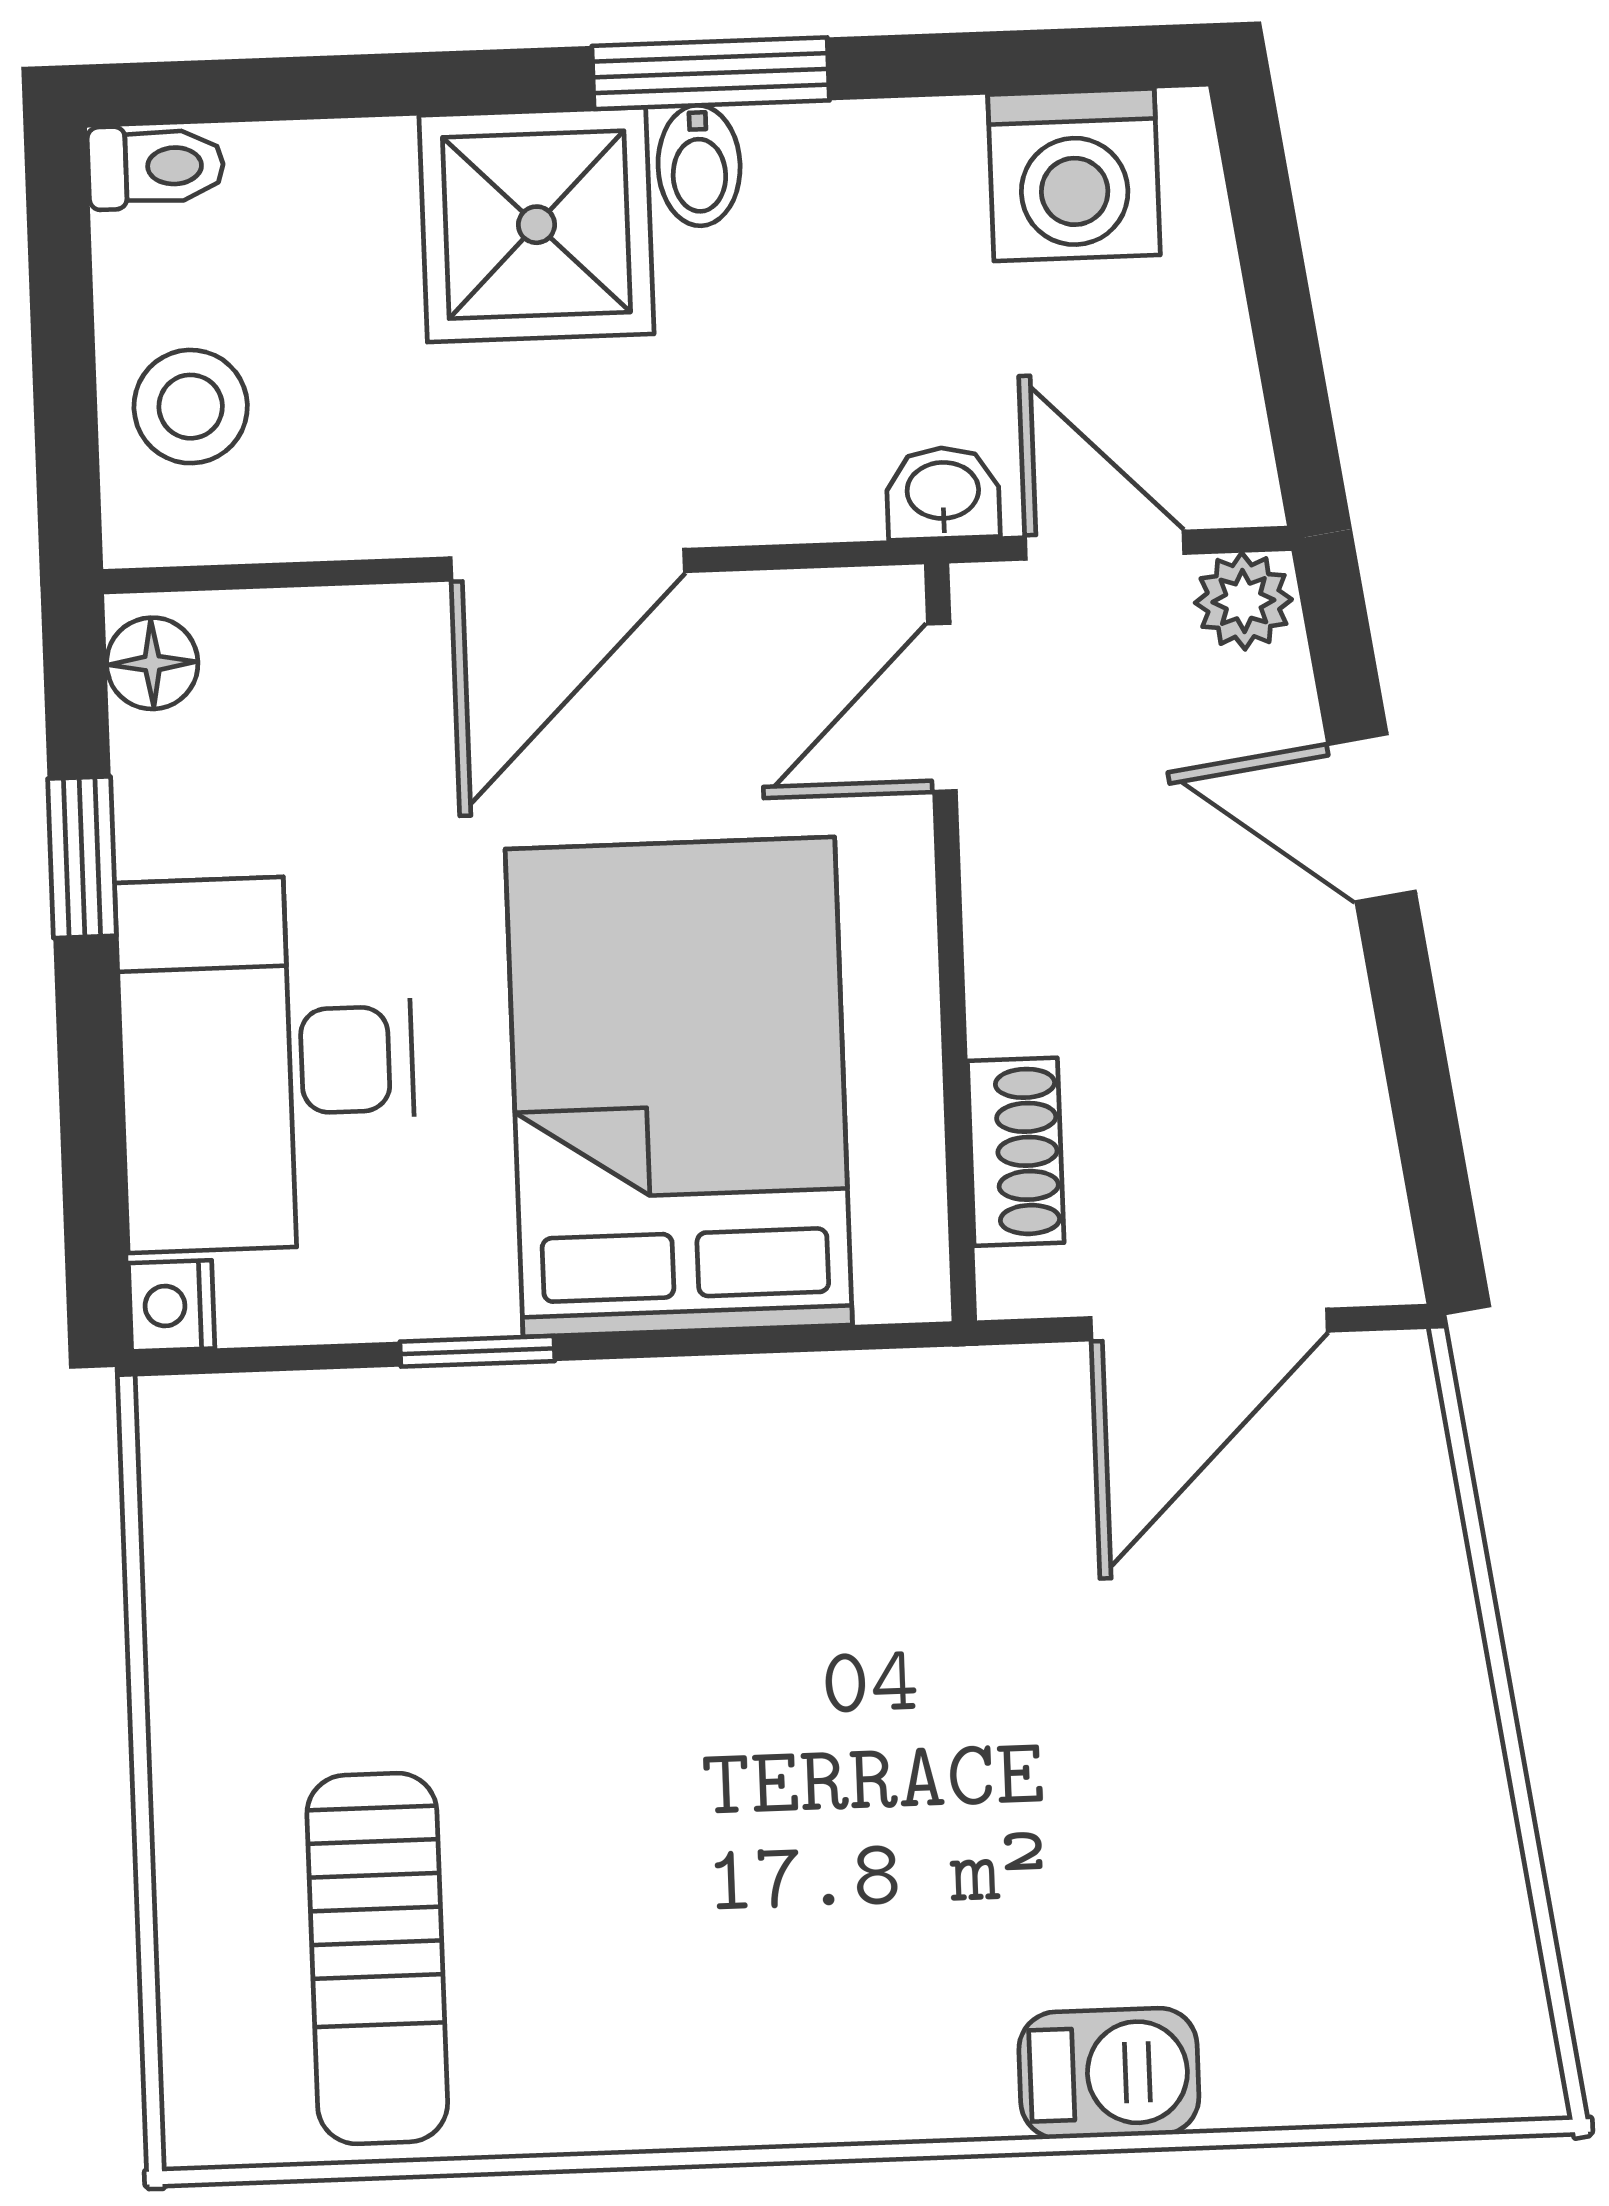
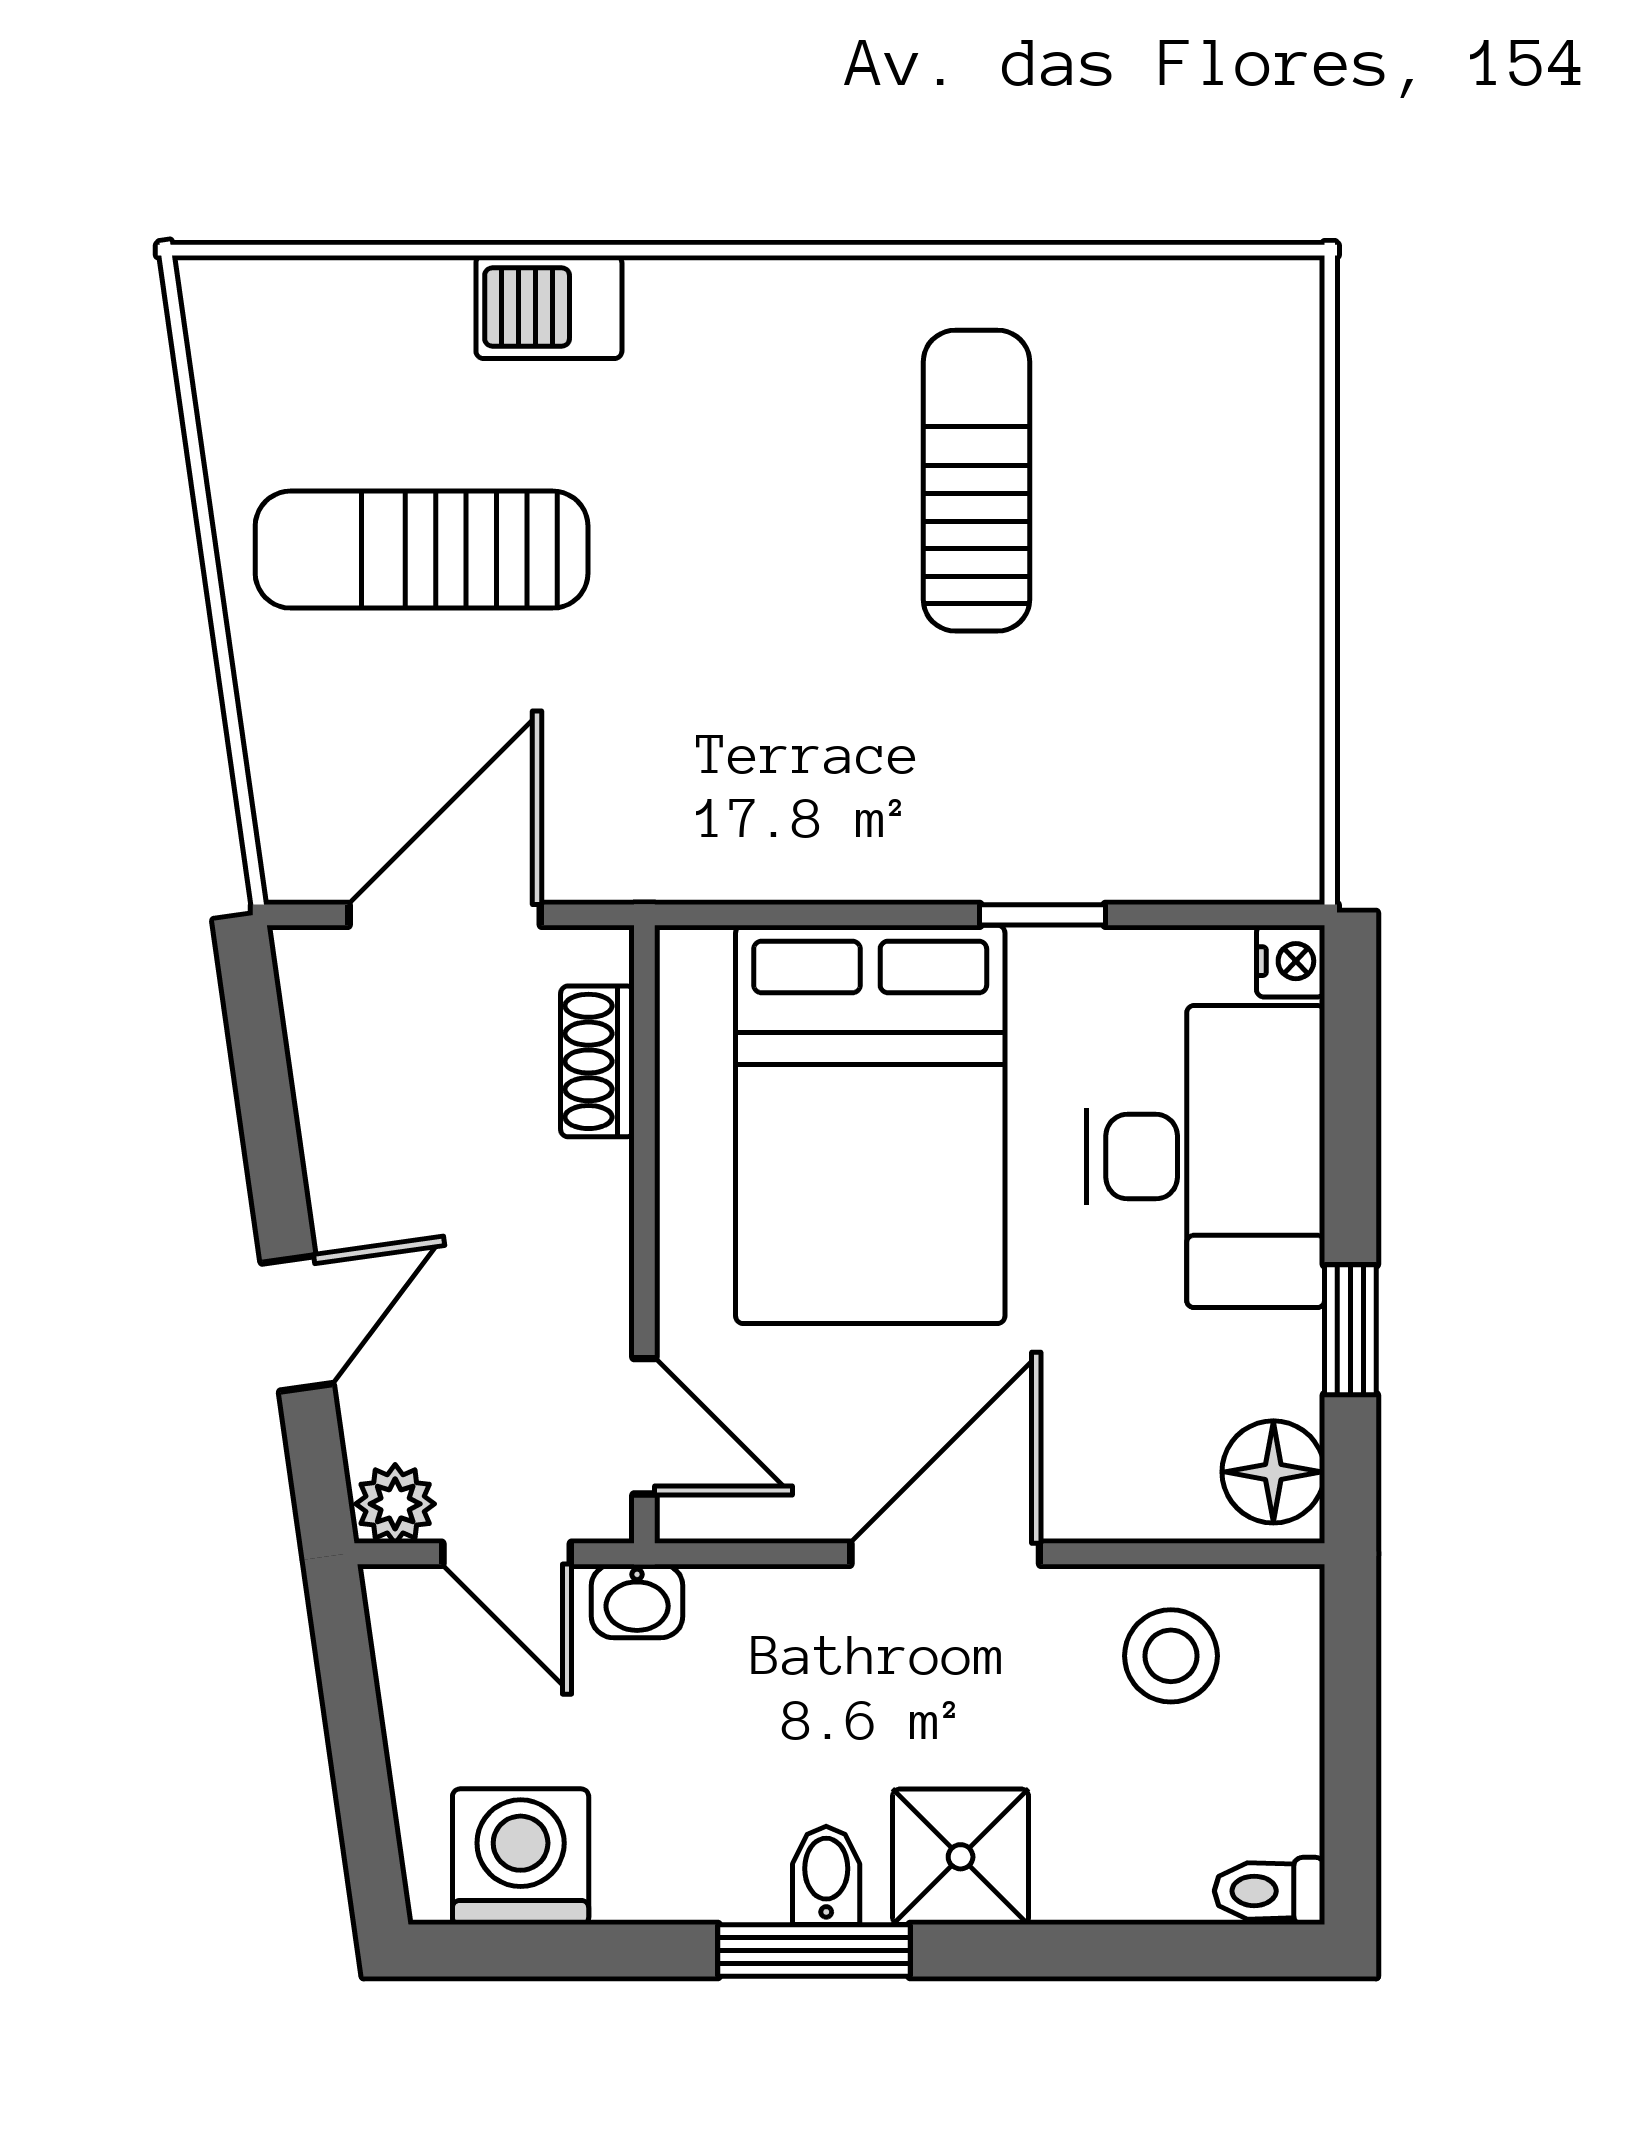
shower: (536, 225) -> (961, 1857), width x0.73, depth x0.73
stool: (191, 407) -> (1171, 1656), moved
floor lamp: (152, 663) -> (1273, 1472), width x1.37, depth x1.37
door: (942, 707) -> (644, 1426), hinge flipped
door: (1372, 818) -> (297, 1323), hinge flipped
sun lounger: (1254, 1771) -> (422, 550), added
sun lounger: (377, 1959) -> (976, 481), moved

